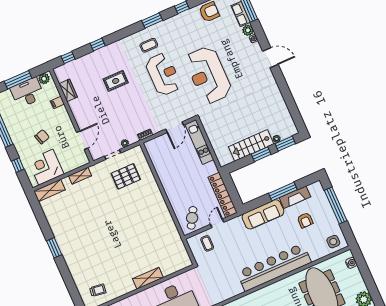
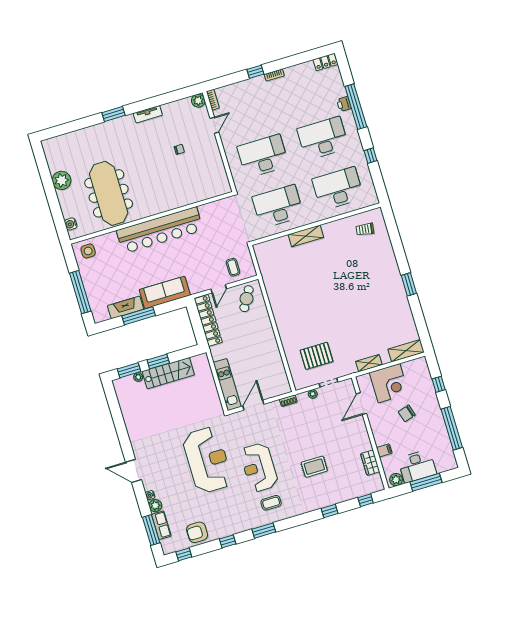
corner desk: (46, 167) -> (389, 383), moved
armchair: (305, 220) -> (117, 280), removed

